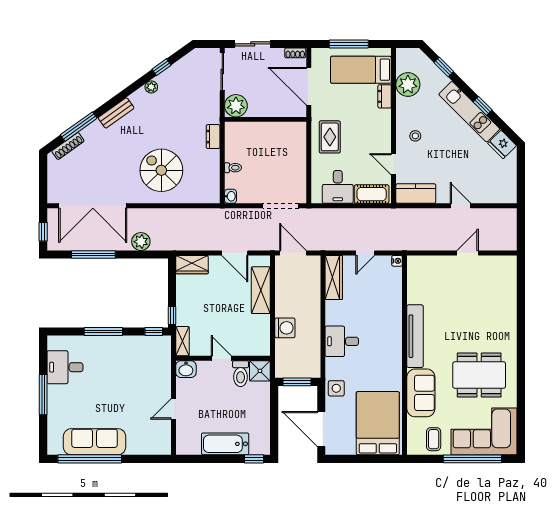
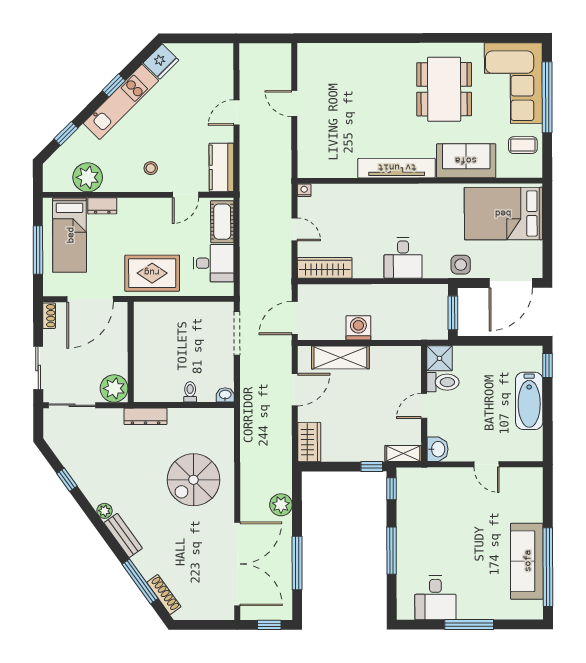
plant: (151, 87) -> (104, 511), moved
dresser: (213, 137) -> (145, 416), width x1.44
rug: (330, 137) -> (152, 273), width x1.36, depth x1.43
washing machine: (285, 328) -> (358, 328), moved

